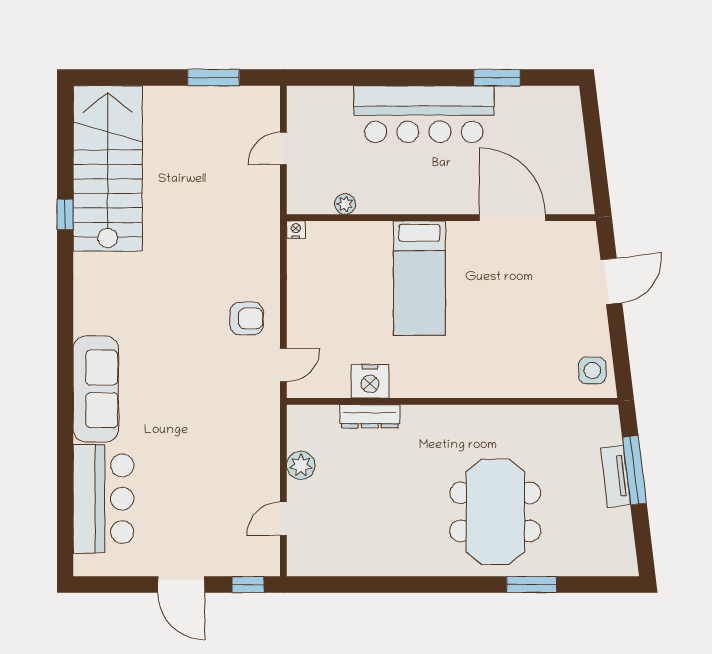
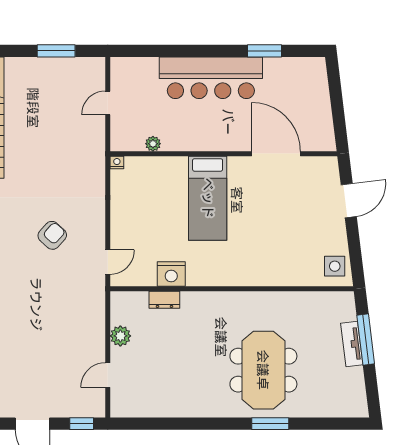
armchair: (247, 318) -> (52, 235), moved, turned -48
dresser: (370, 416) -> (164, 300), width x0.70
window: (532, 585) -> (270, 424), moved

